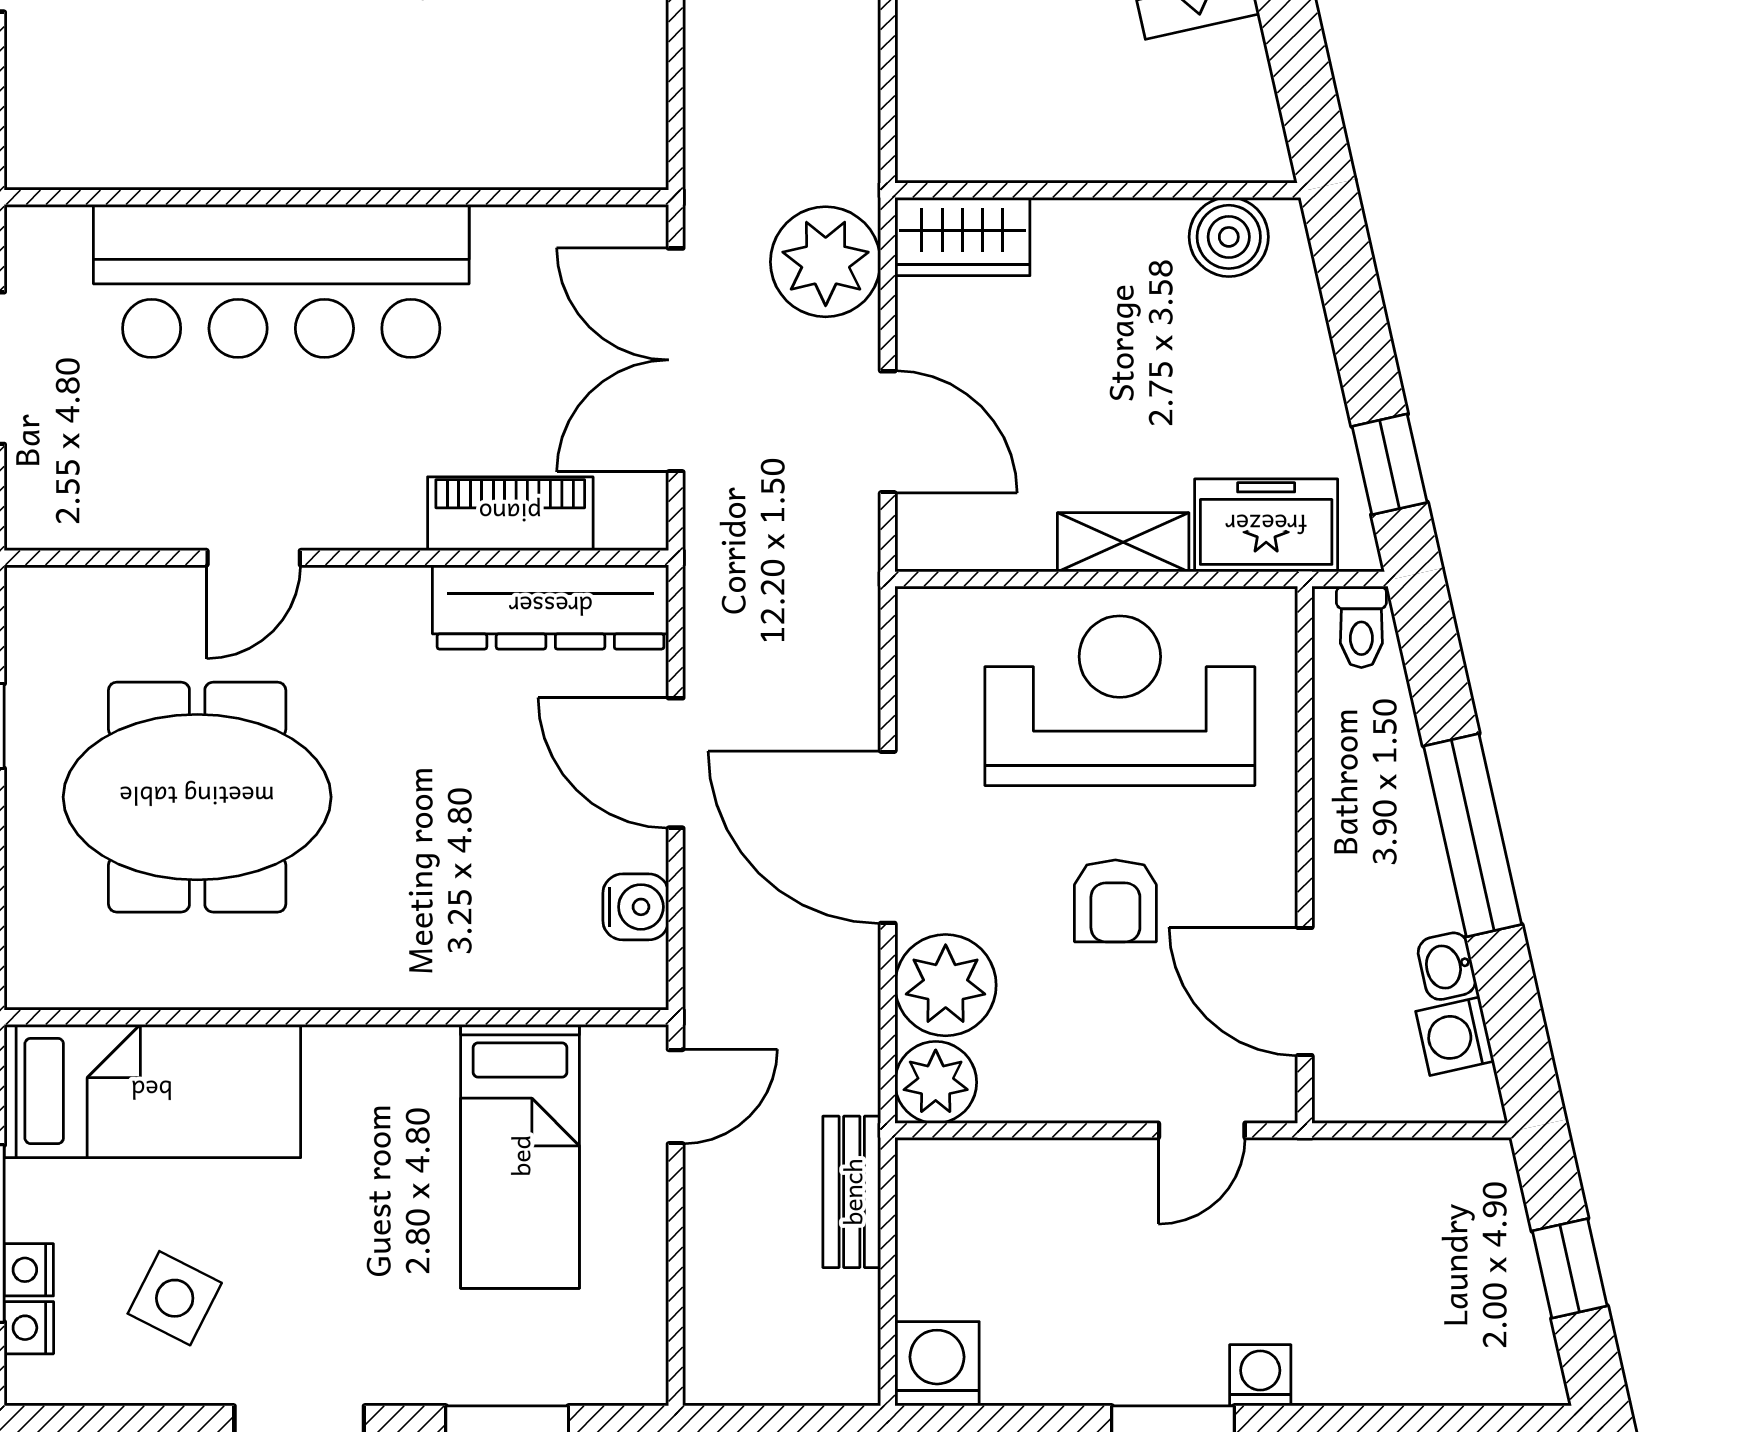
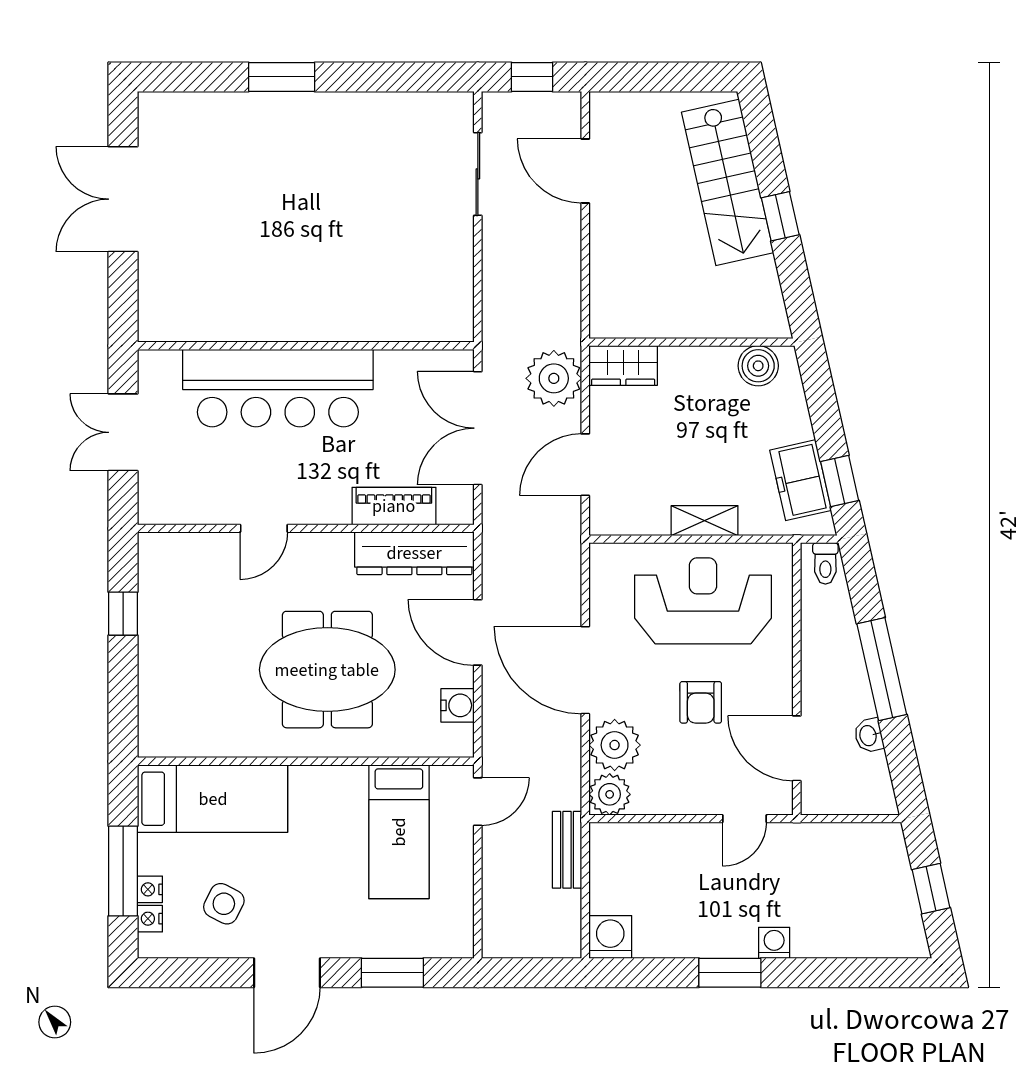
door: (888, 432) -> (585, 465), swing flipped
freezer: (1266, 525) -> (801, 480), moved, turned -103
meeting table: (197, 797) -> (327, 670), moved
washing machine: (1455, 1036) -> (873, 771), removed

